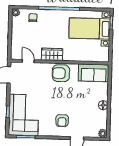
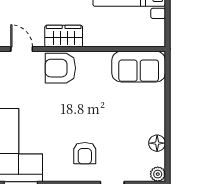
armchair: (61, 73) -> (60, 68), moved
floor lamp: (103, 105) -> (157, 143), moved

